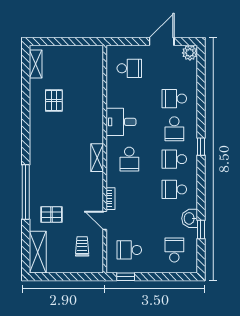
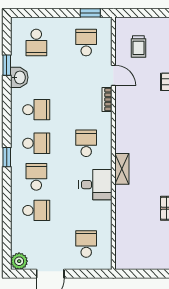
school desk: (129, 68) -> (86, 244), turned 90
shelving: (97, 158) -> (122, 169), moved
school desk: (129, 250) -> (86, 43), turned -90

